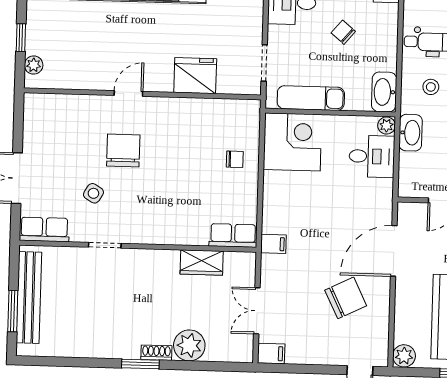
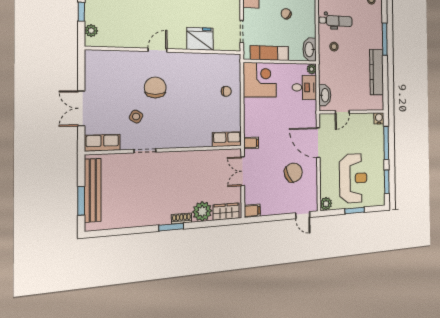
washbasin: (411, 133) -> (325, 95), moved
door: (394, 251) -> (318, 143), hinge flipped
wardrobe: (202, 263) -> (226, 212), moved, turned 180
double door: (257, 311) -> (243, 171), moved

